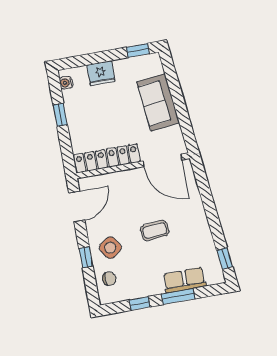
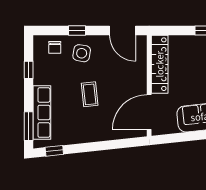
side table: (110, 248) -> (82, 53), turned 45
row of seats: (184, 280) -> (42, 112), width x1.48
window: (178, 296) -> (29, 126), moved

